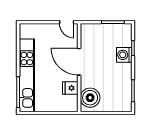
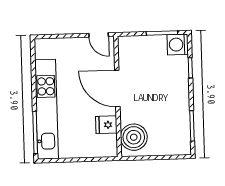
washing machine: (124, 55) -> (178, 45), moved

